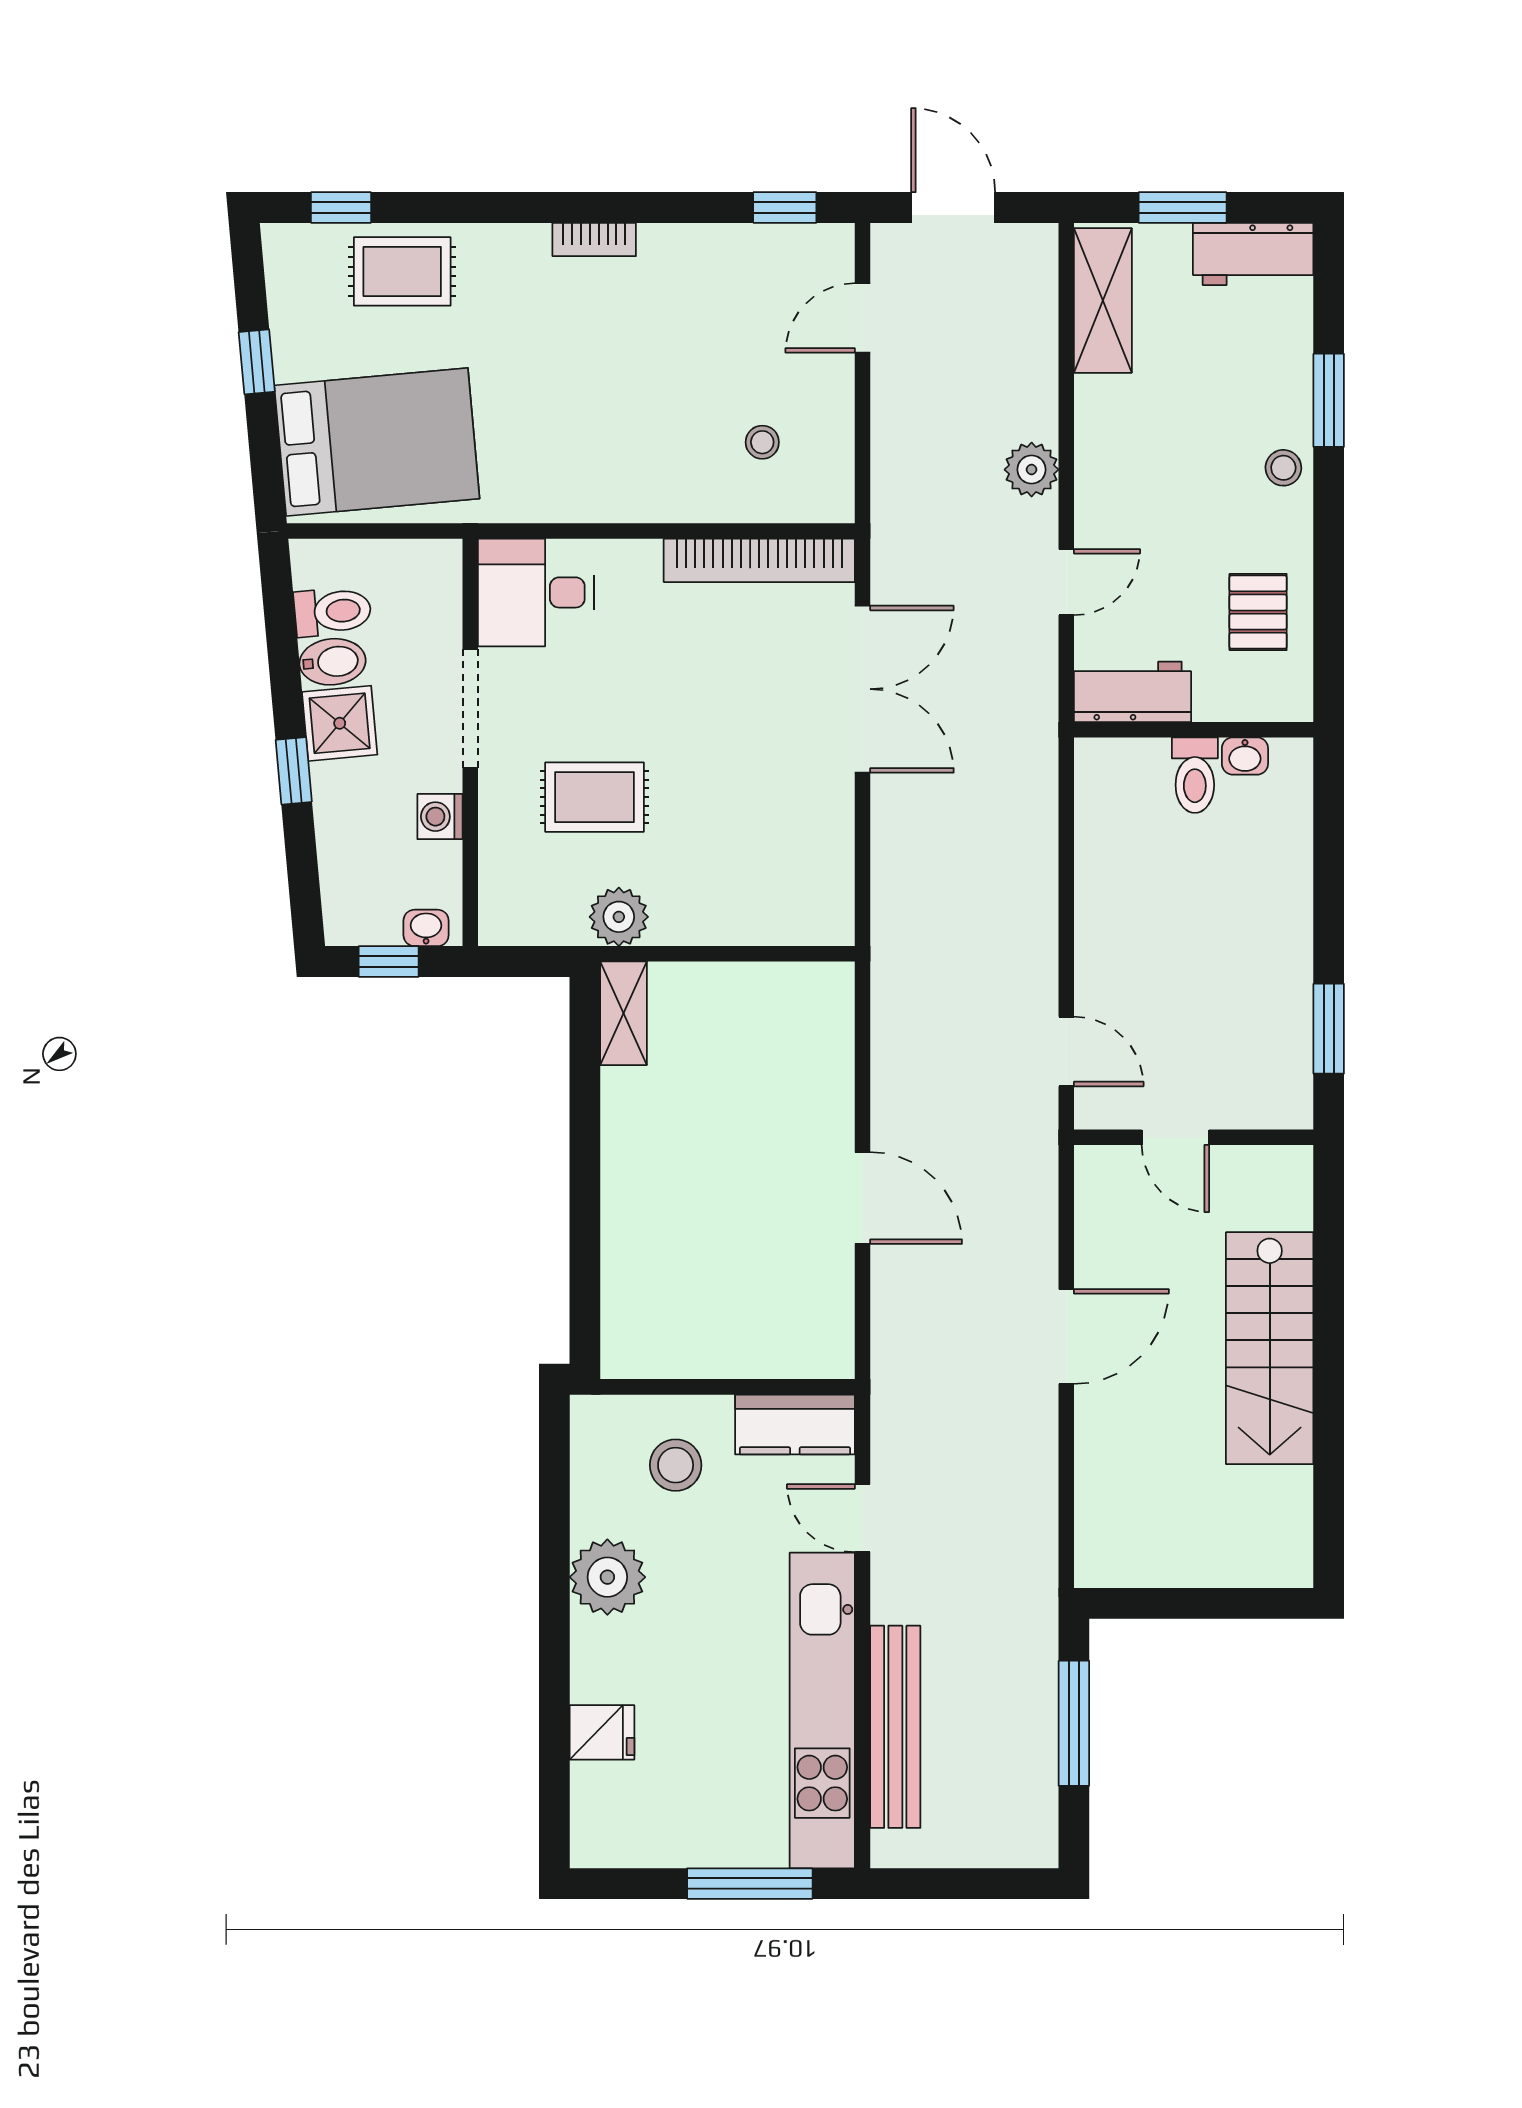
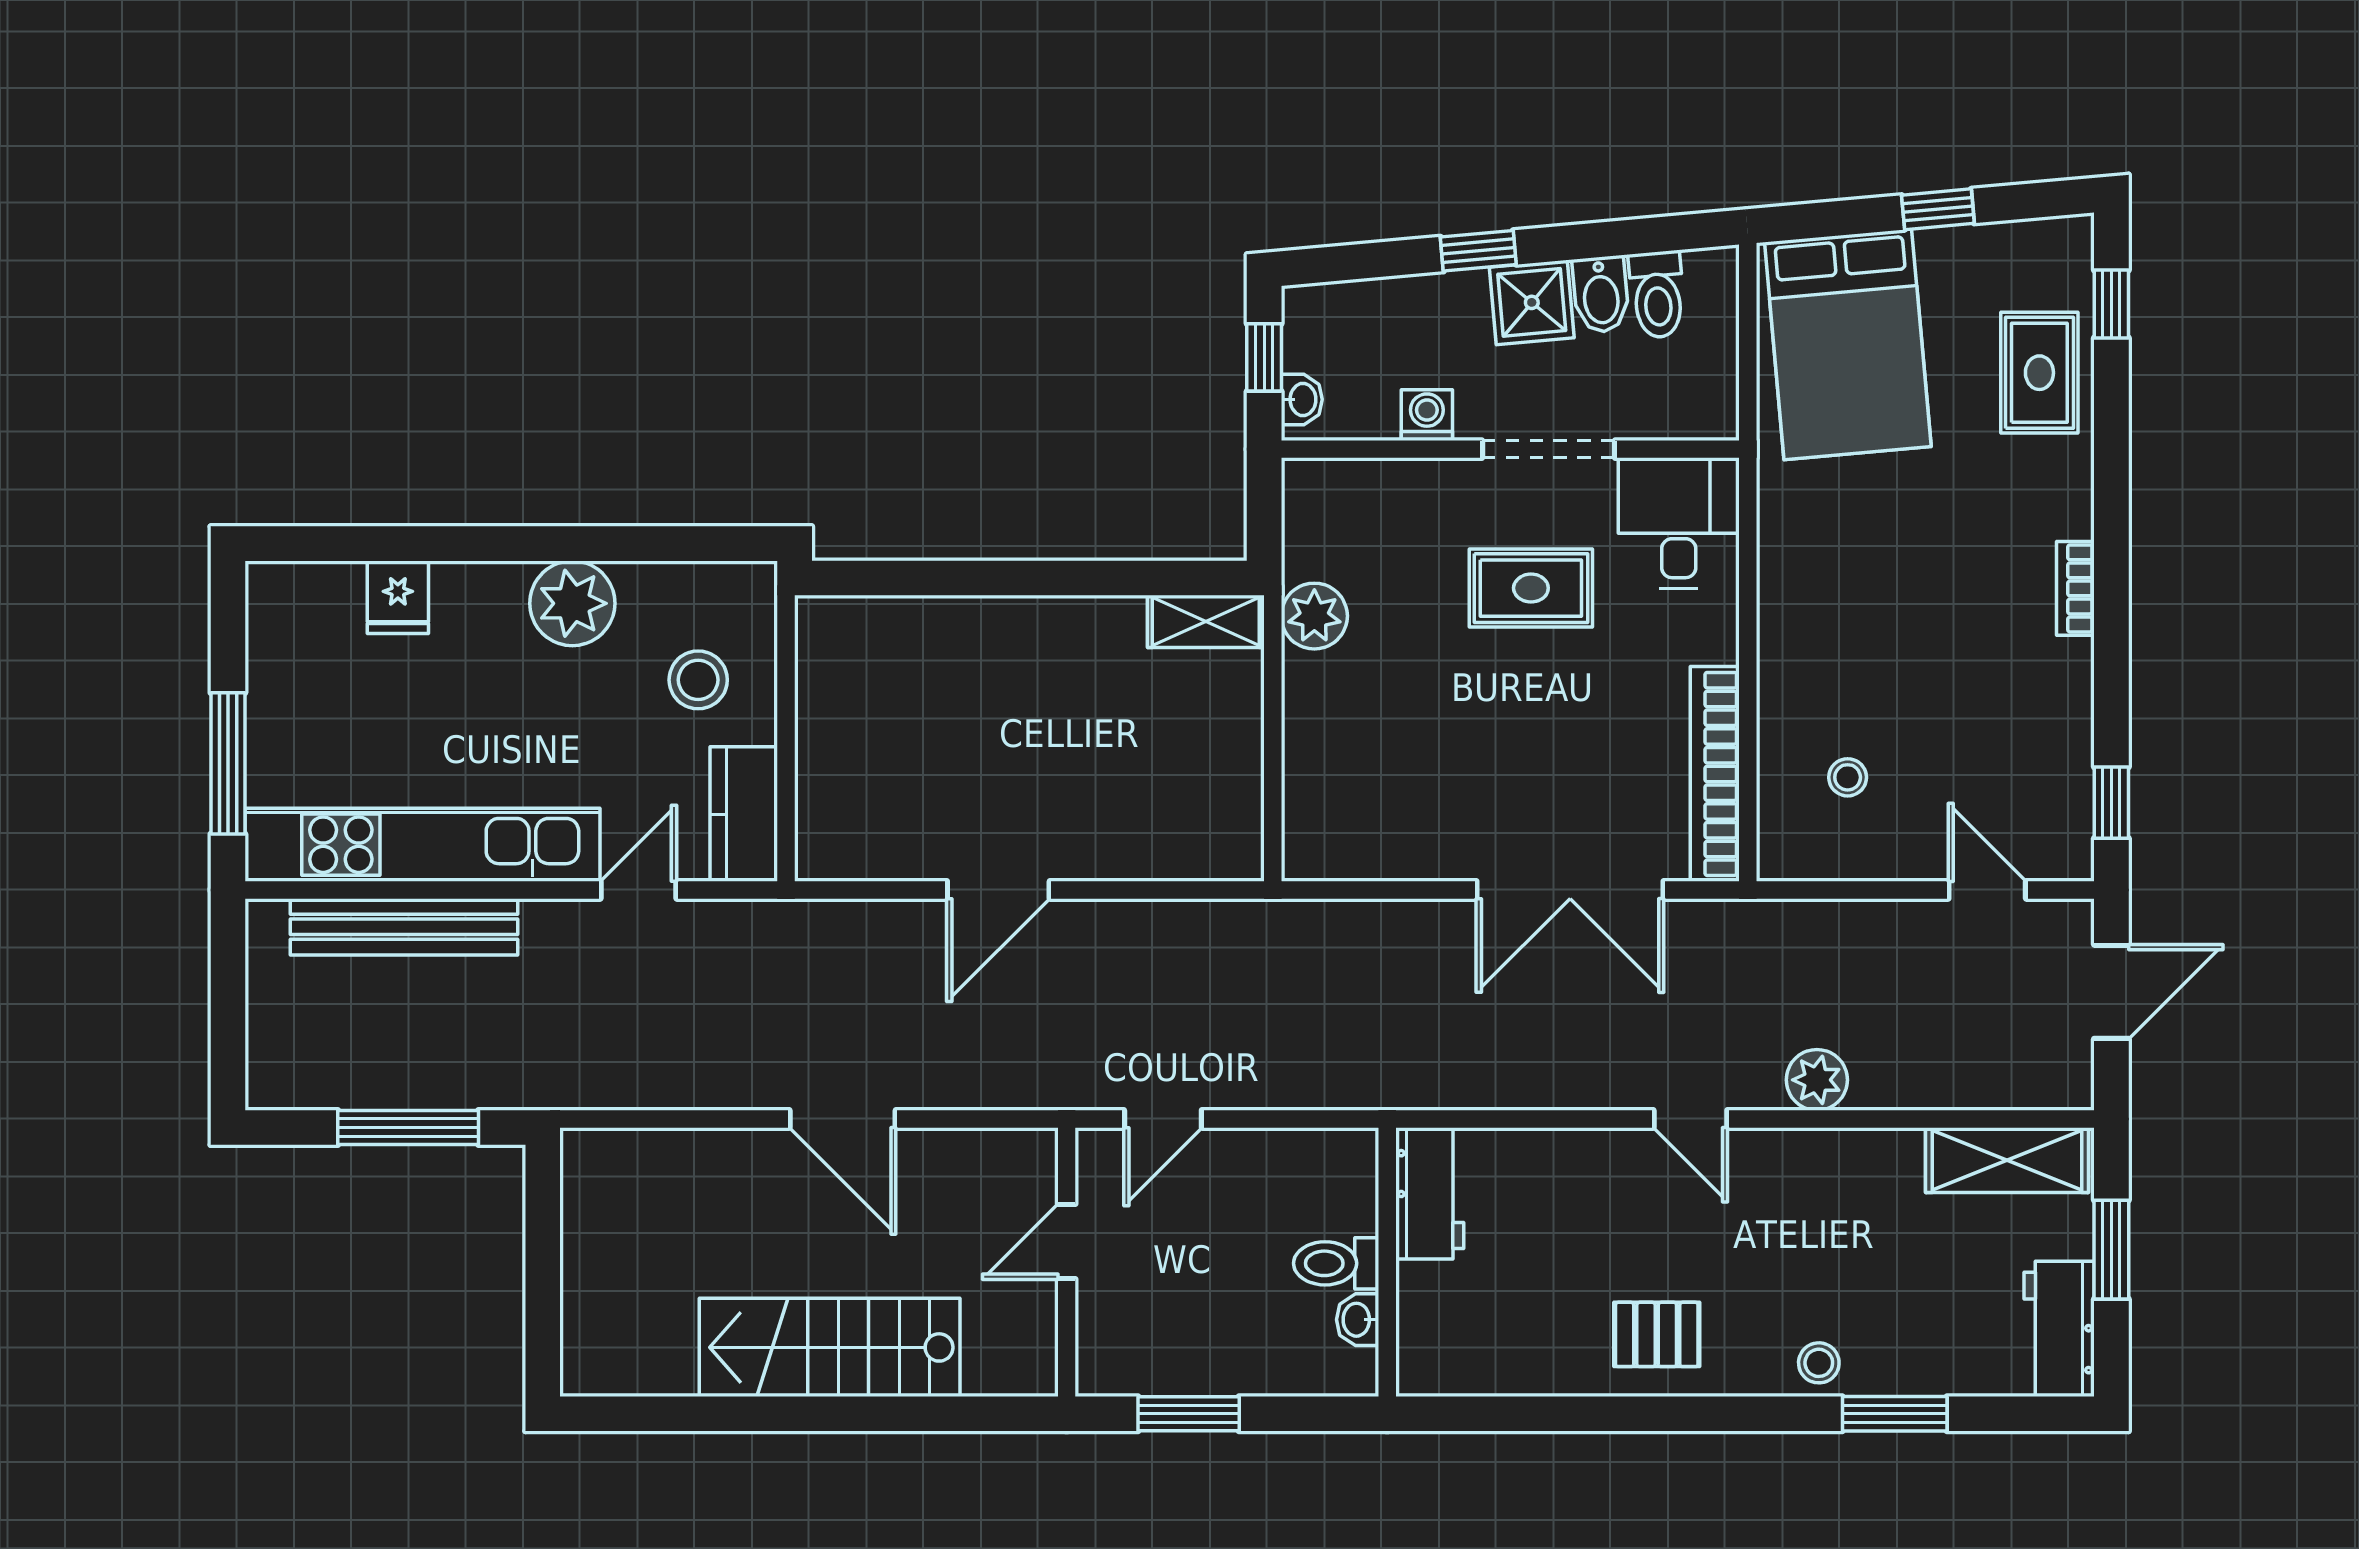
workbench: (1132, 692) -> (1430, 1193), moved
wall: (1194, 730) -> (1387, 1262), moved
washbasin: (1245, 756) -> (1358, 1320), moved
toilet: (1195, 775) -> (1336, 1263), moved
rug: (595, 797) -> (1531, 588), moved, turned 90

